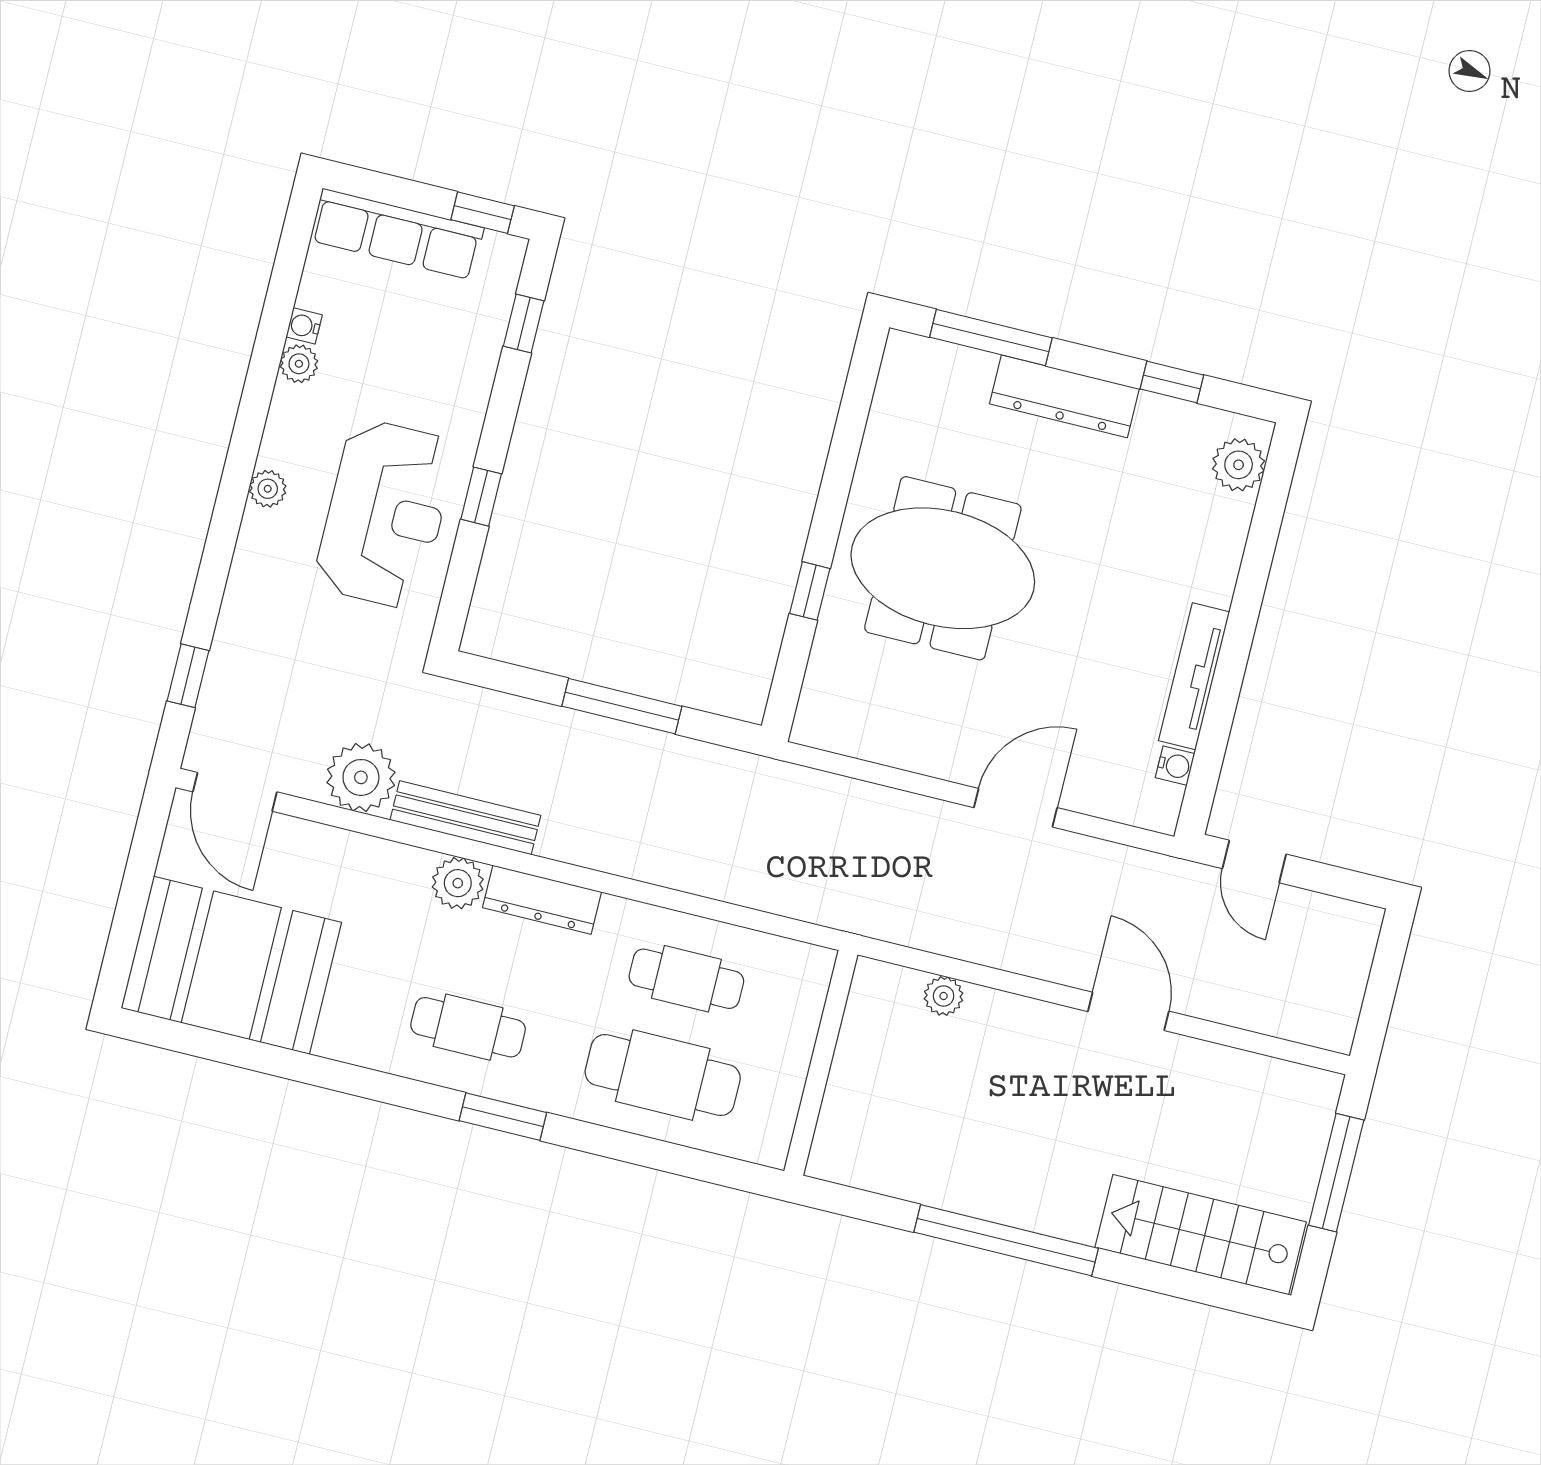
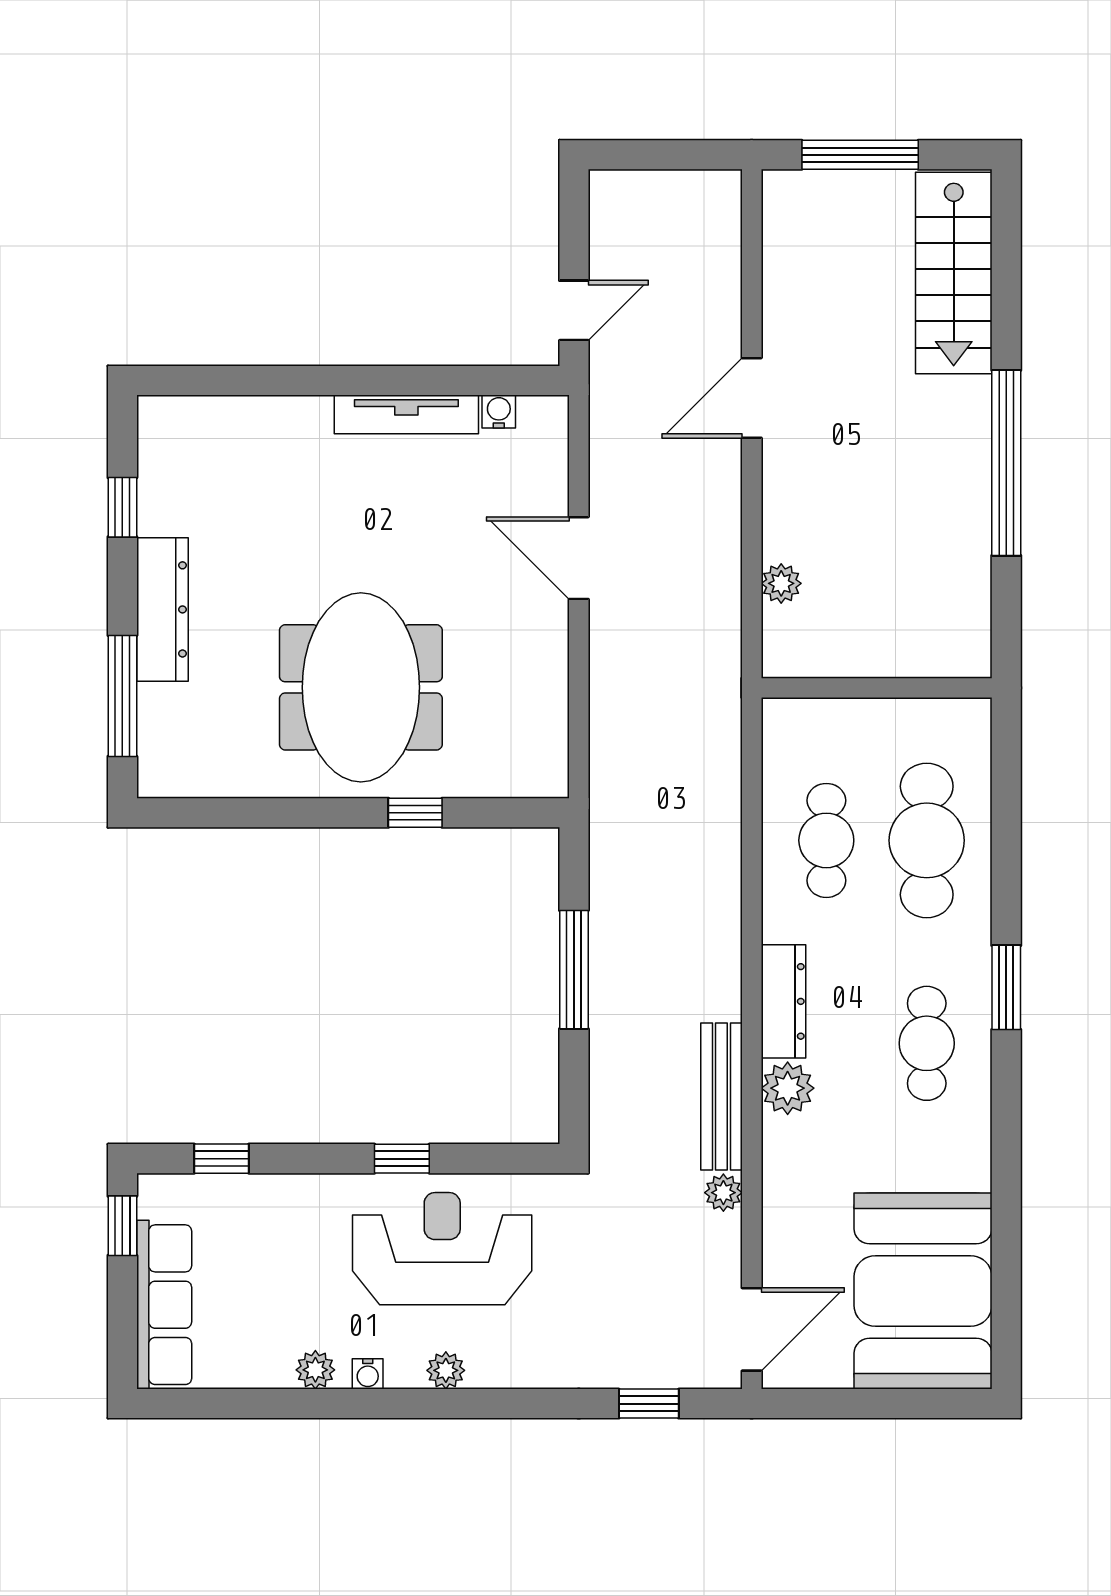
water cooler: (304, 326) -> (368, 1374), moved
plant: (1239, 465) -> (188, 422), removed
plant: (361, 777) -> (723, 1193), width x0.53, depth x0.53

